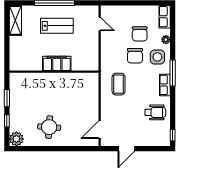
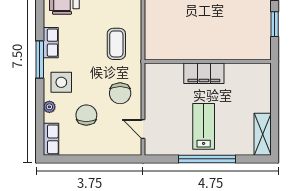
lab bench: (57, 26) -> (204, 126), turned 90
chair: (135, 56) -> (120, 93), moved, turned 180

